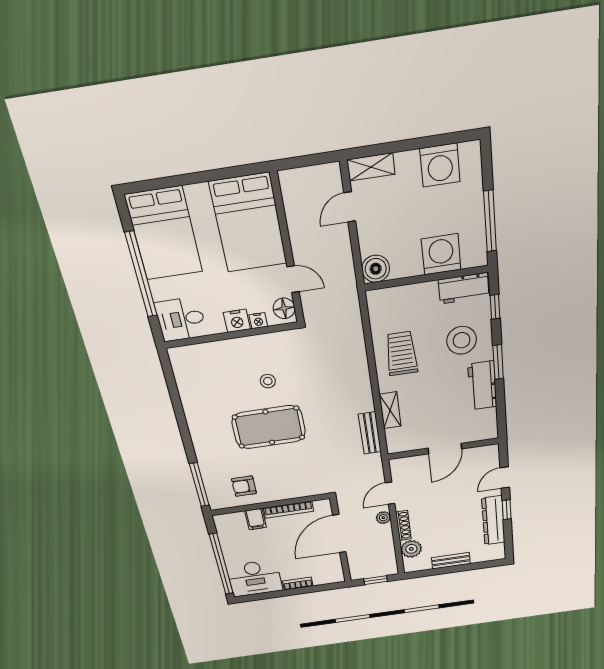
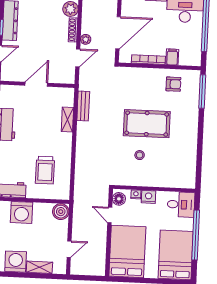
shelving: (371, 167) -> (39, 267), moved
stool: (462, 340) -> (16, 157), removed
trolley: (401, 354) -> (45, 170), moved

